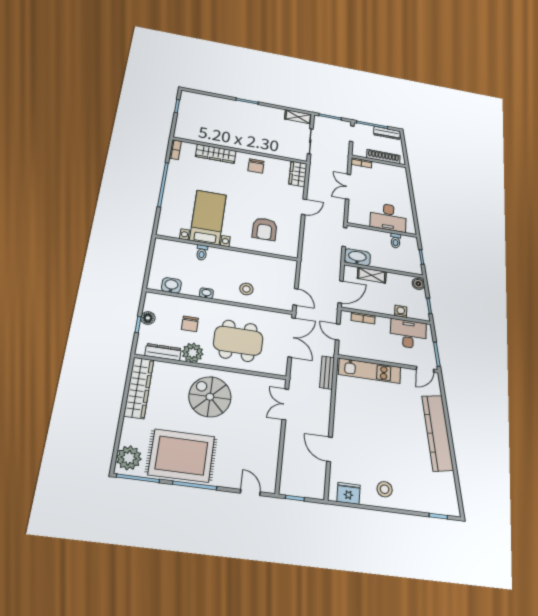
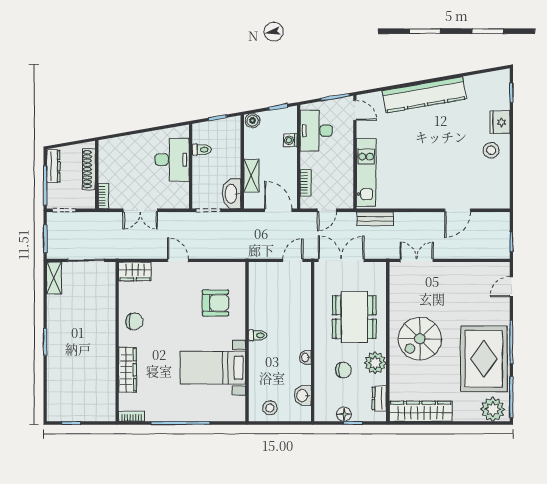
toilet: (202, 253) -> (258, 335), moved
stool: (246, 289) -> (270, 408), moved
dresser: (163, 352) -> (379, 398), width x0.70
double door: (285, 404) -> (417, 260), swing flipped
fridge: (349, 493) -> (500, 122), moved

